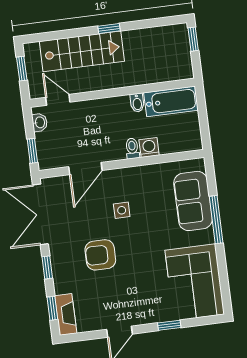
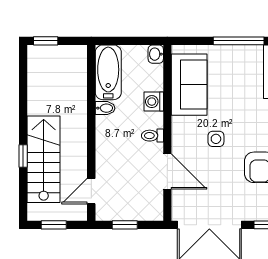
window: (109, 29) -> (23, 156), moved
washbasin: (40, 122) -> (156, 54), moved, turned -90
toilet: (132, 148) -> (152, 136), moved
window: (32, 151) -> (125, 225), moved
sofa: (193, 201) -> (189, 85), moved, turned -90

